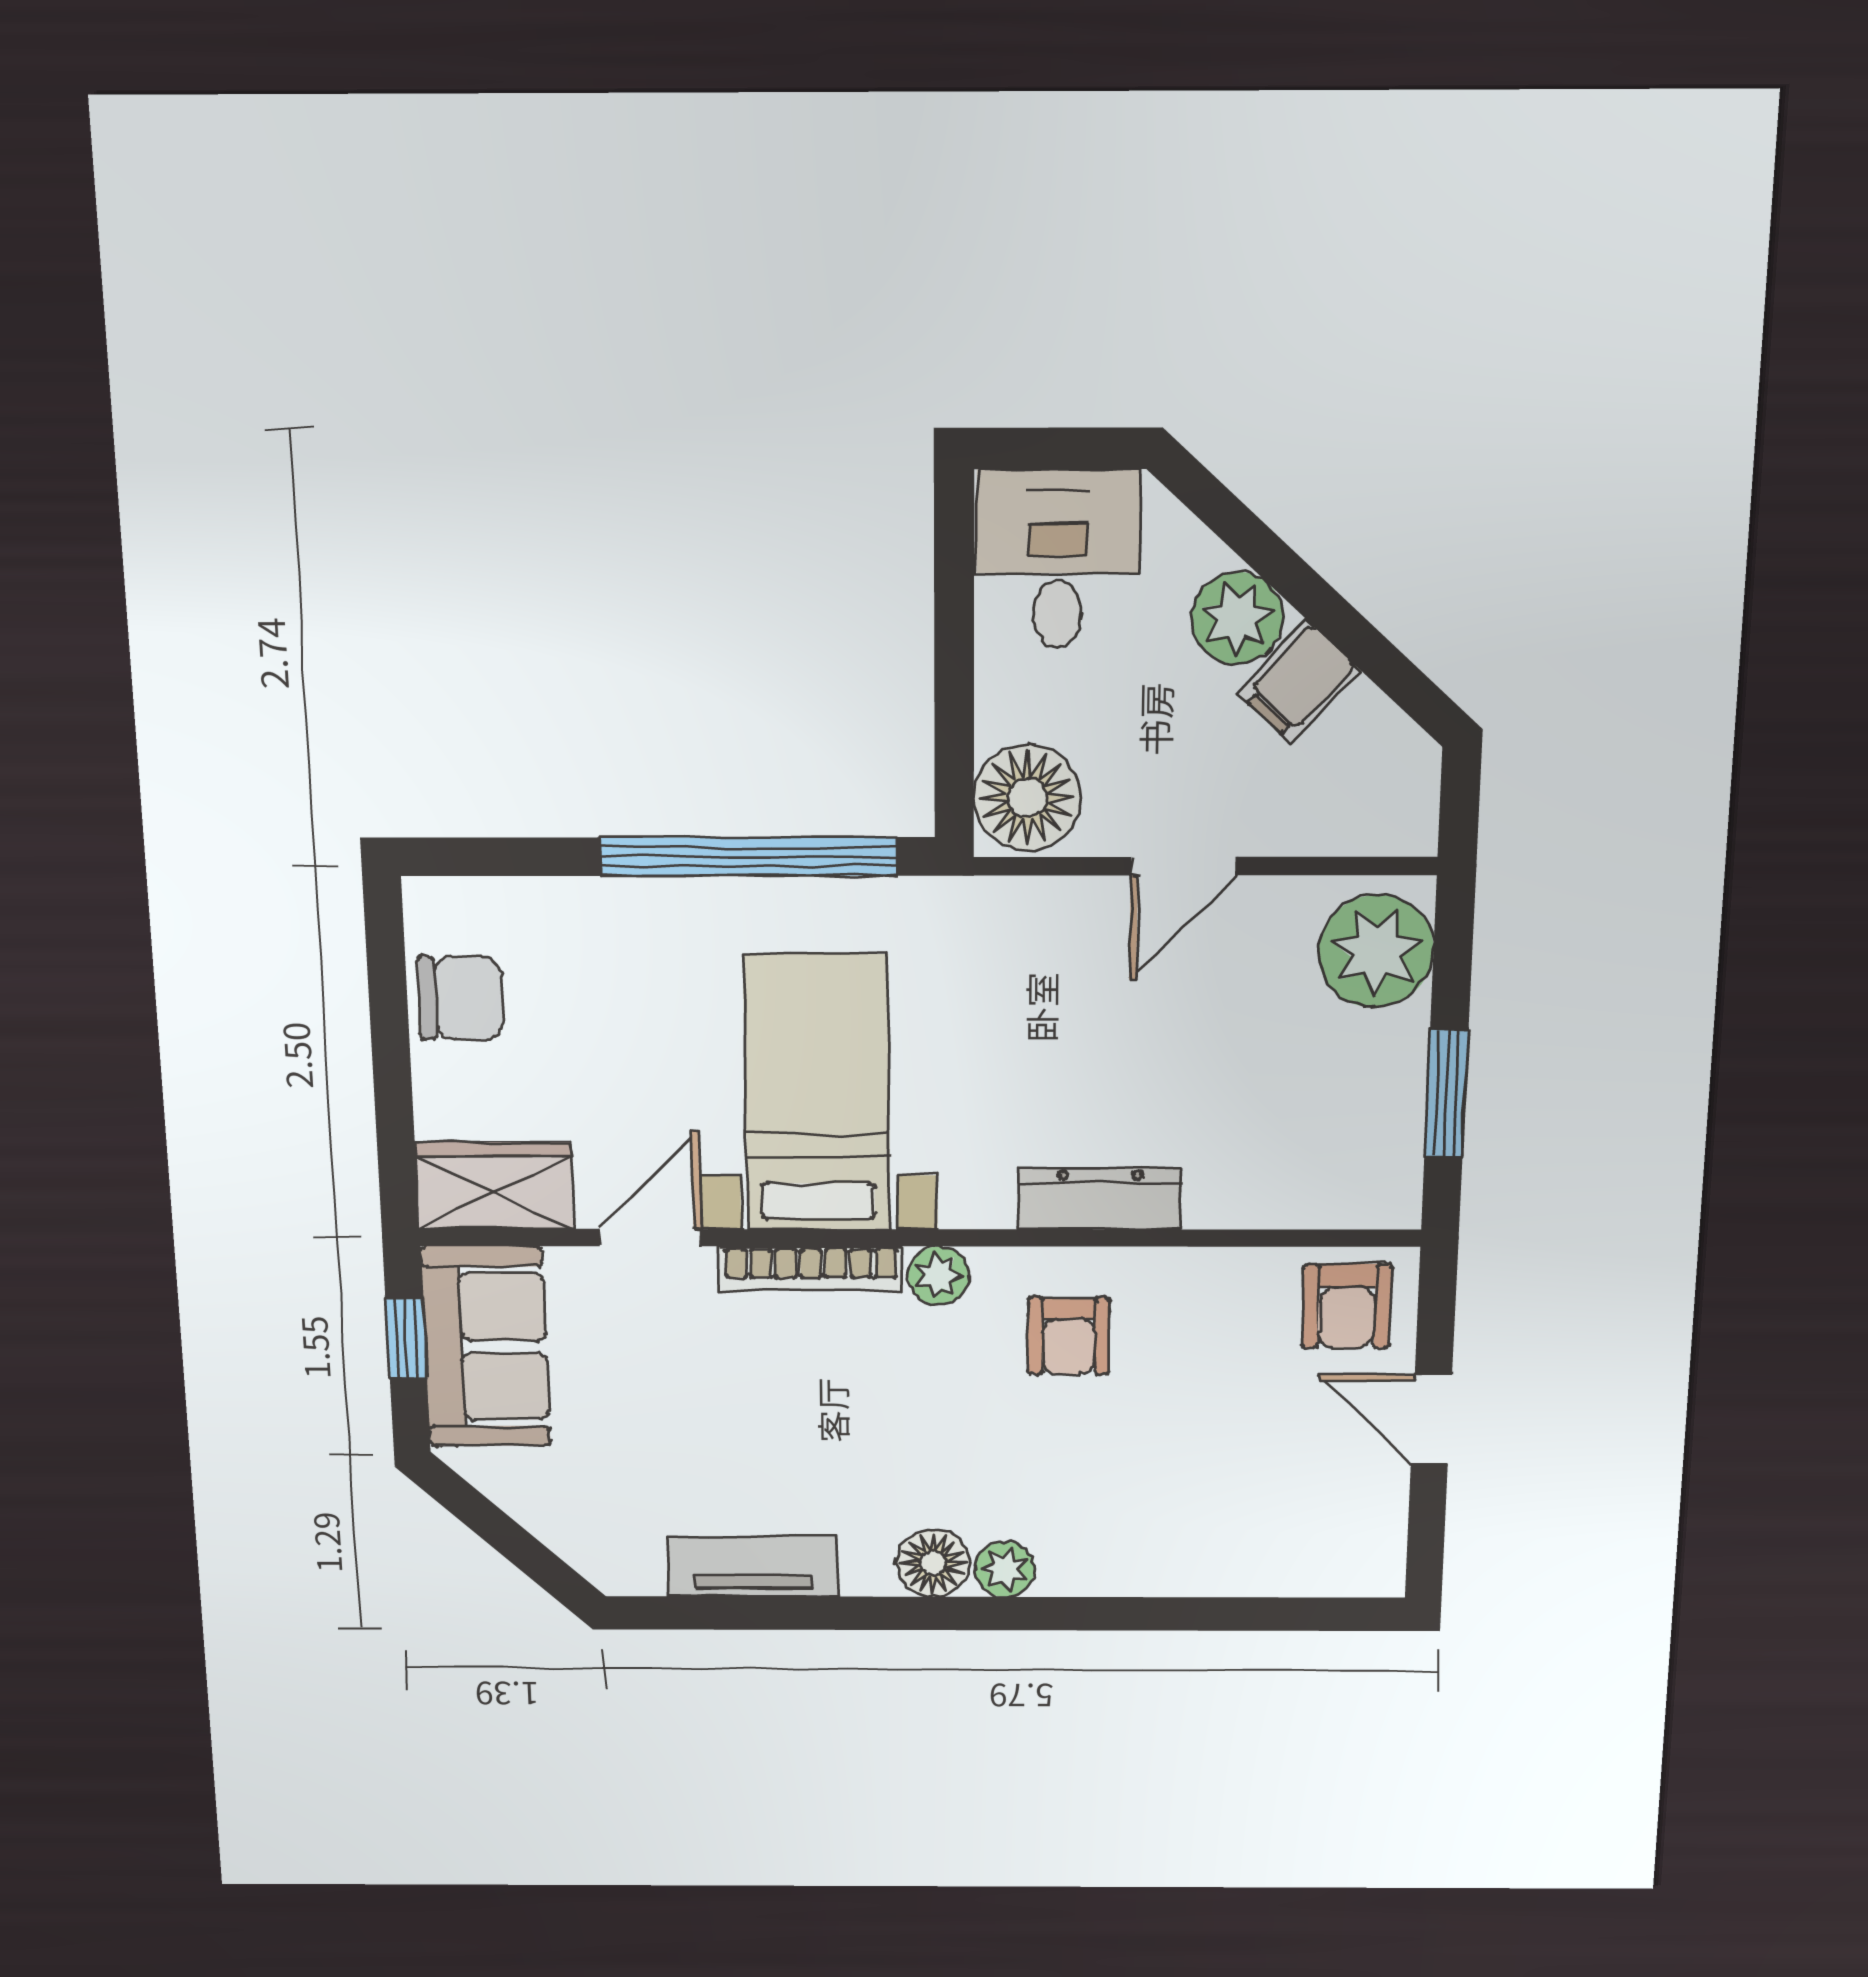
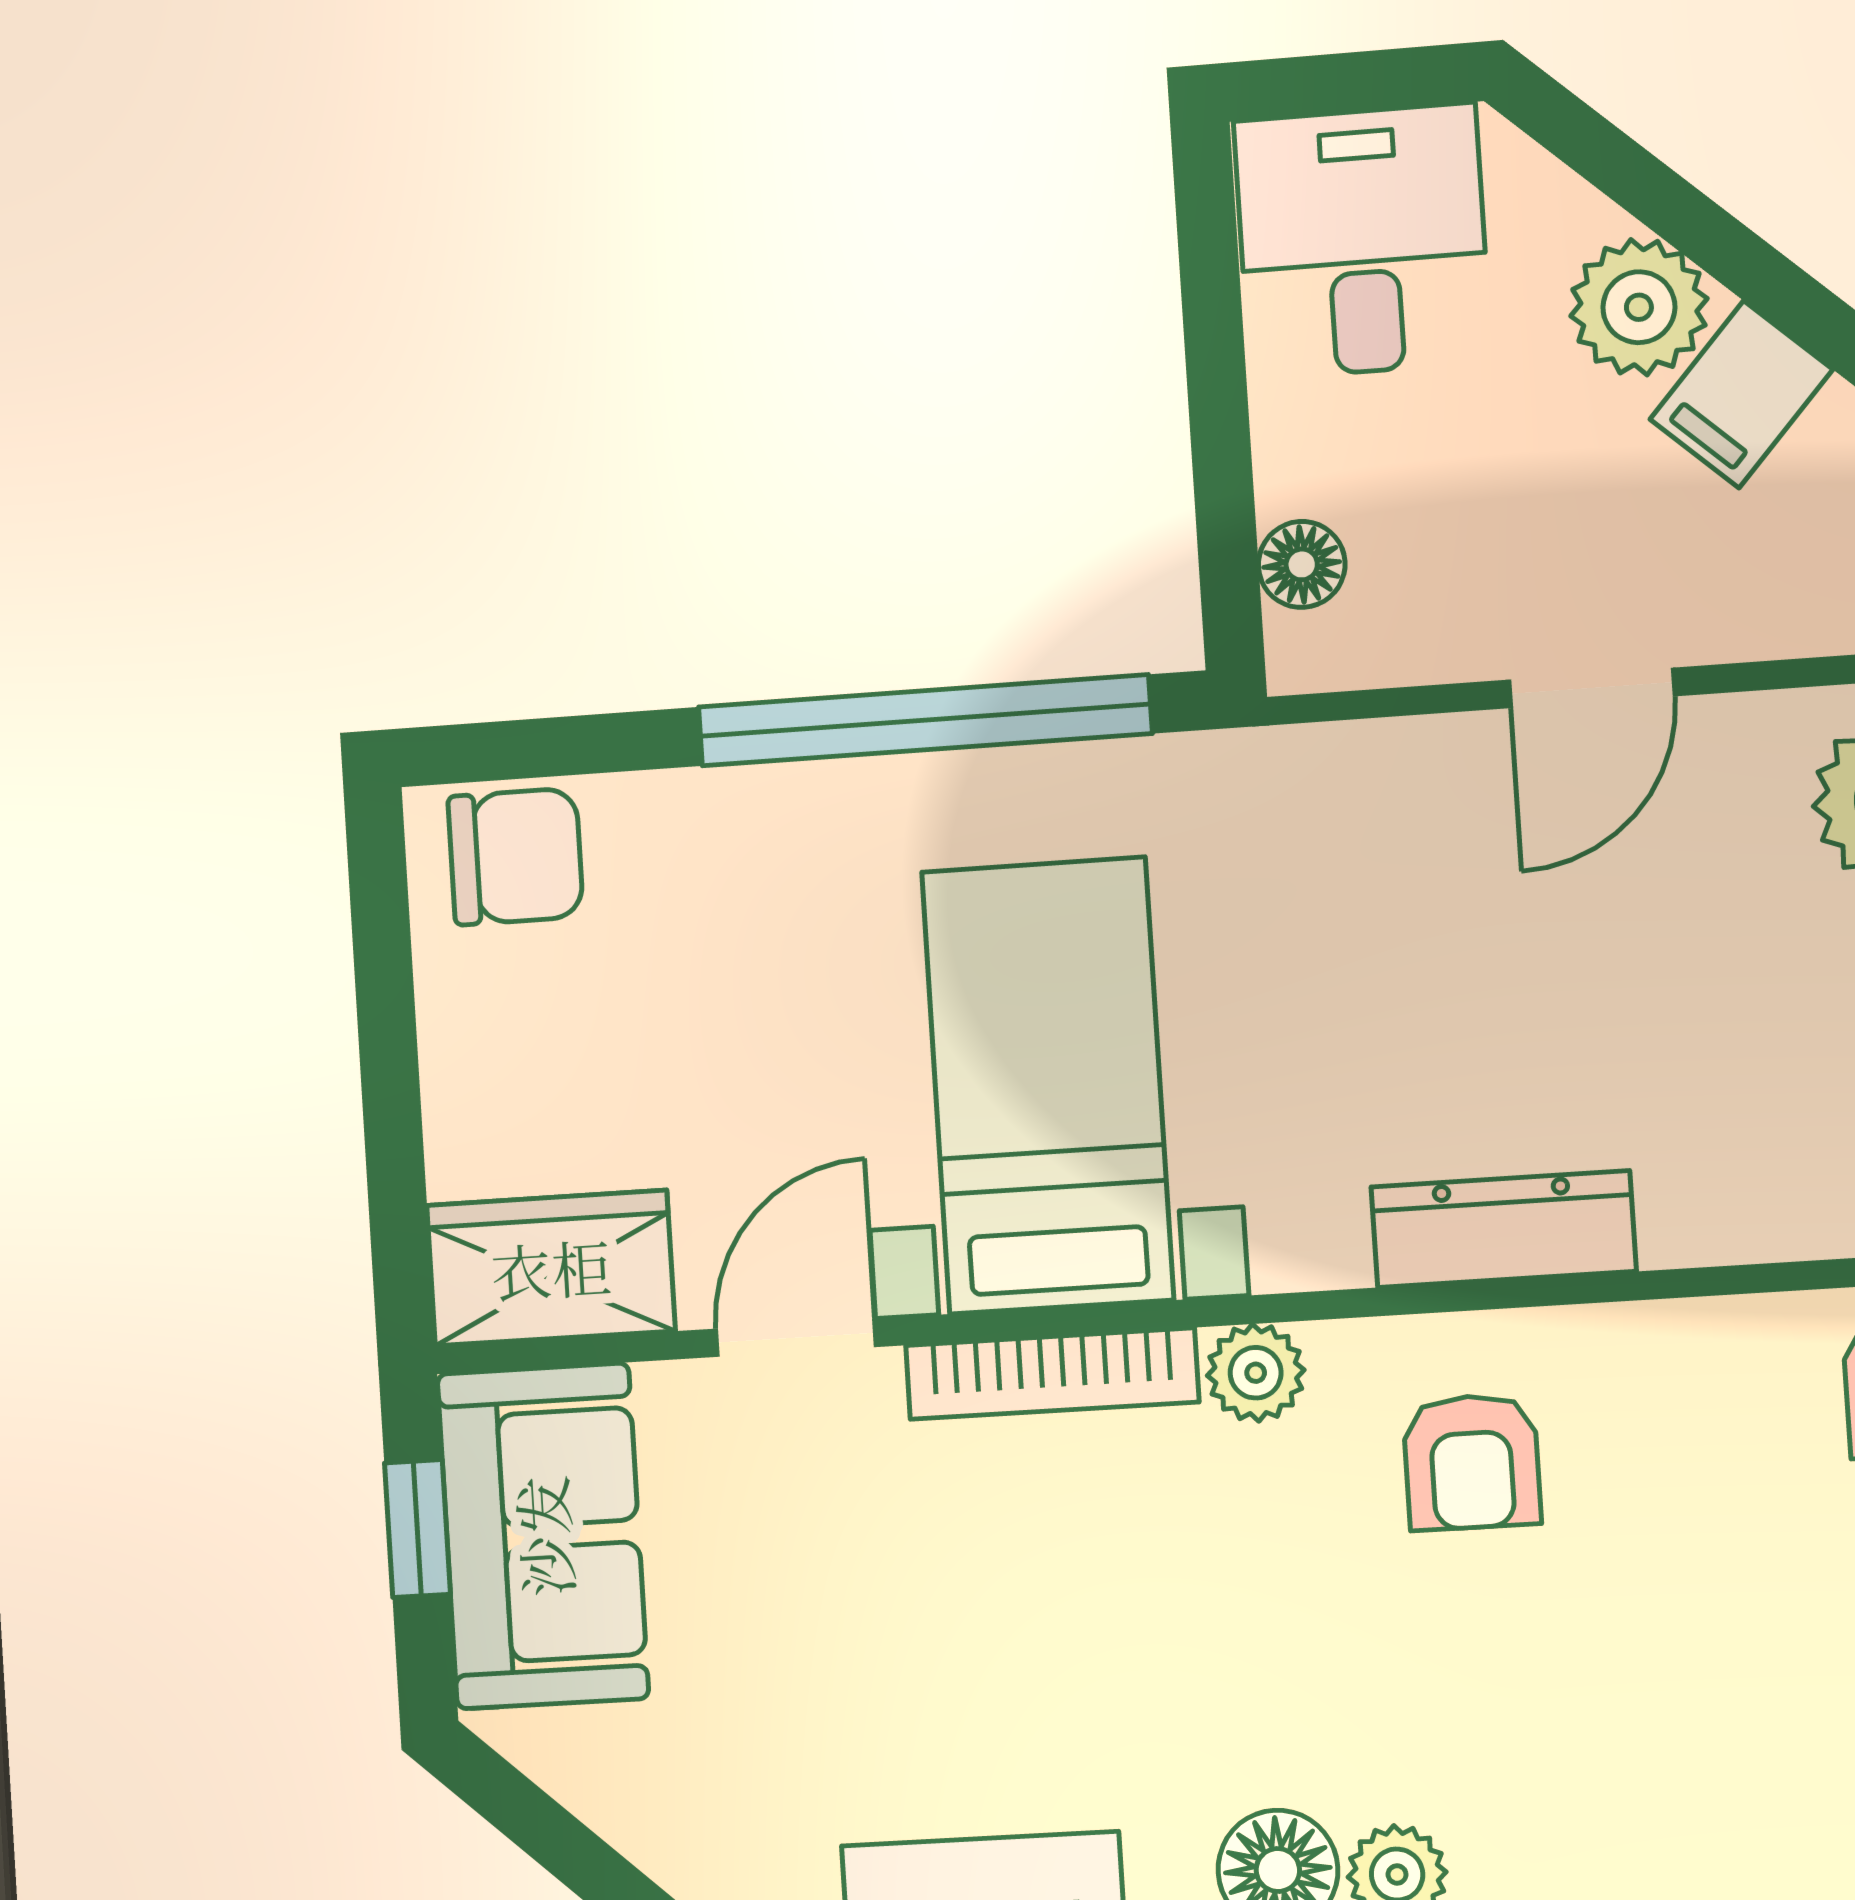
floor lamp: (1027, 798) -> (1302, 564), width x0.53, depth x0.53
chair: (461, 998) -> (516, 856), moved

